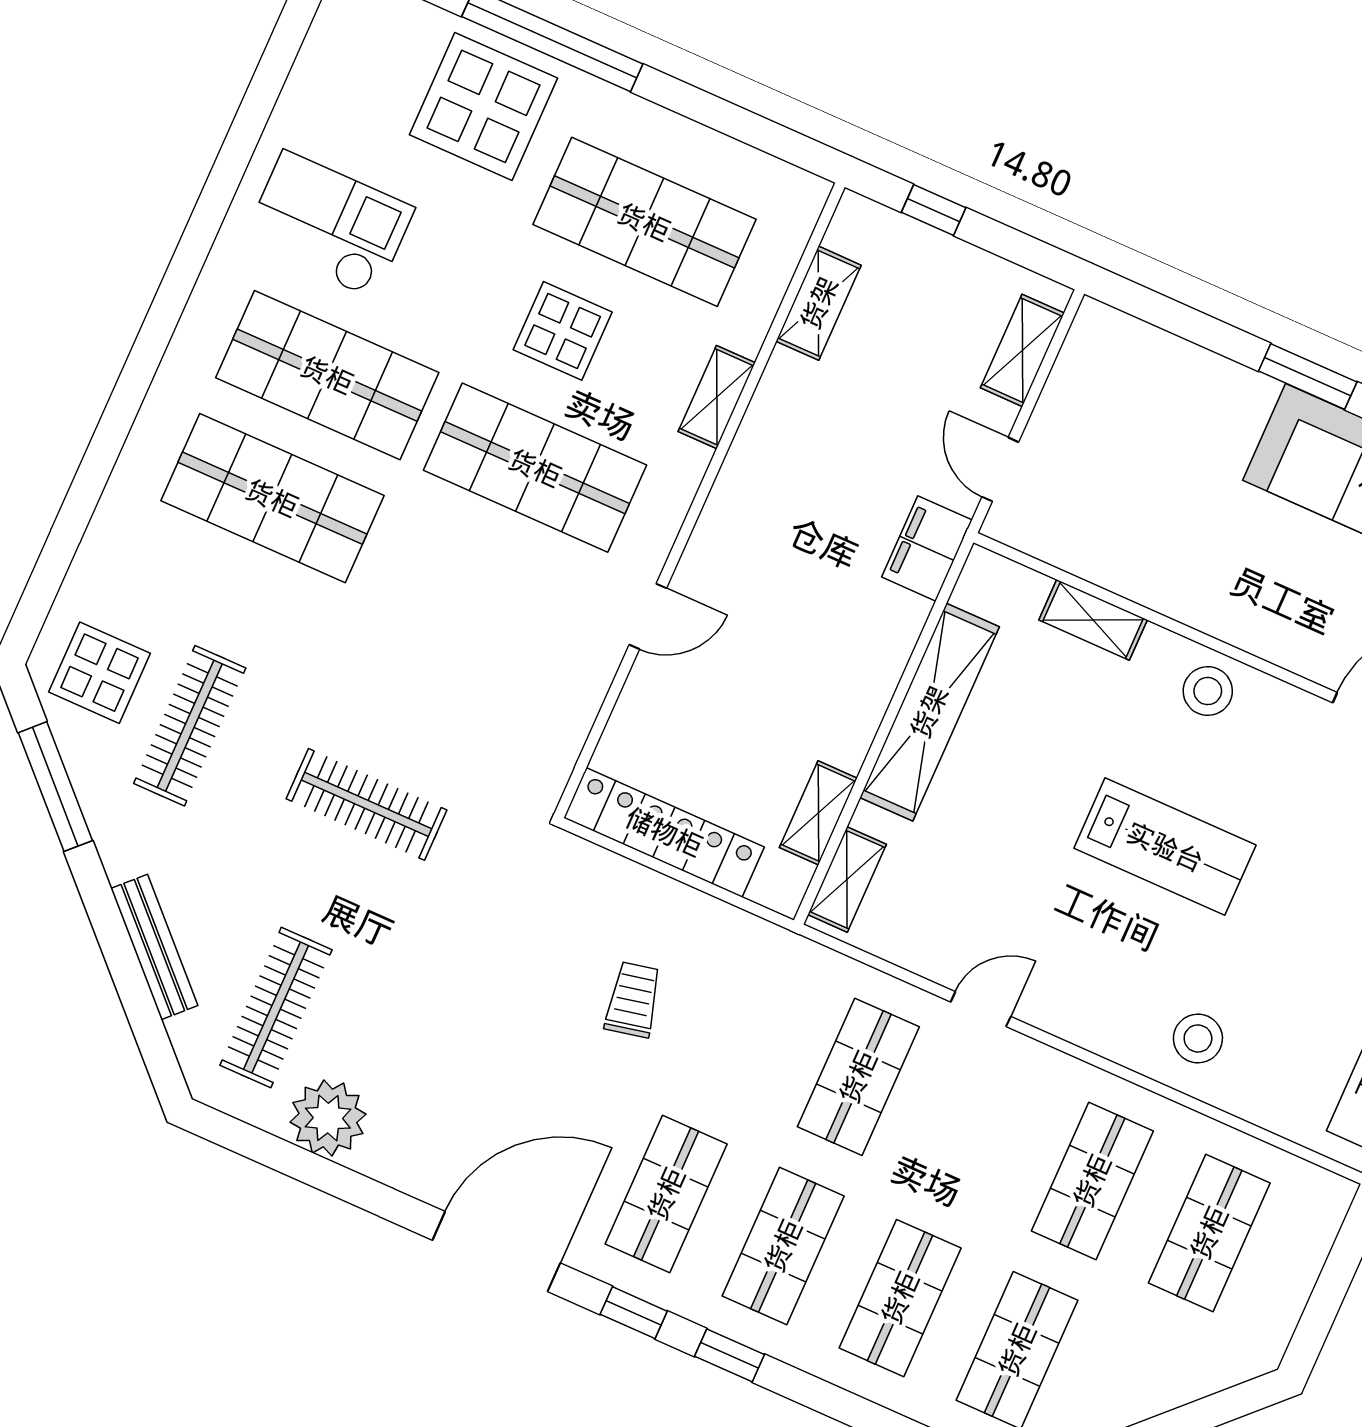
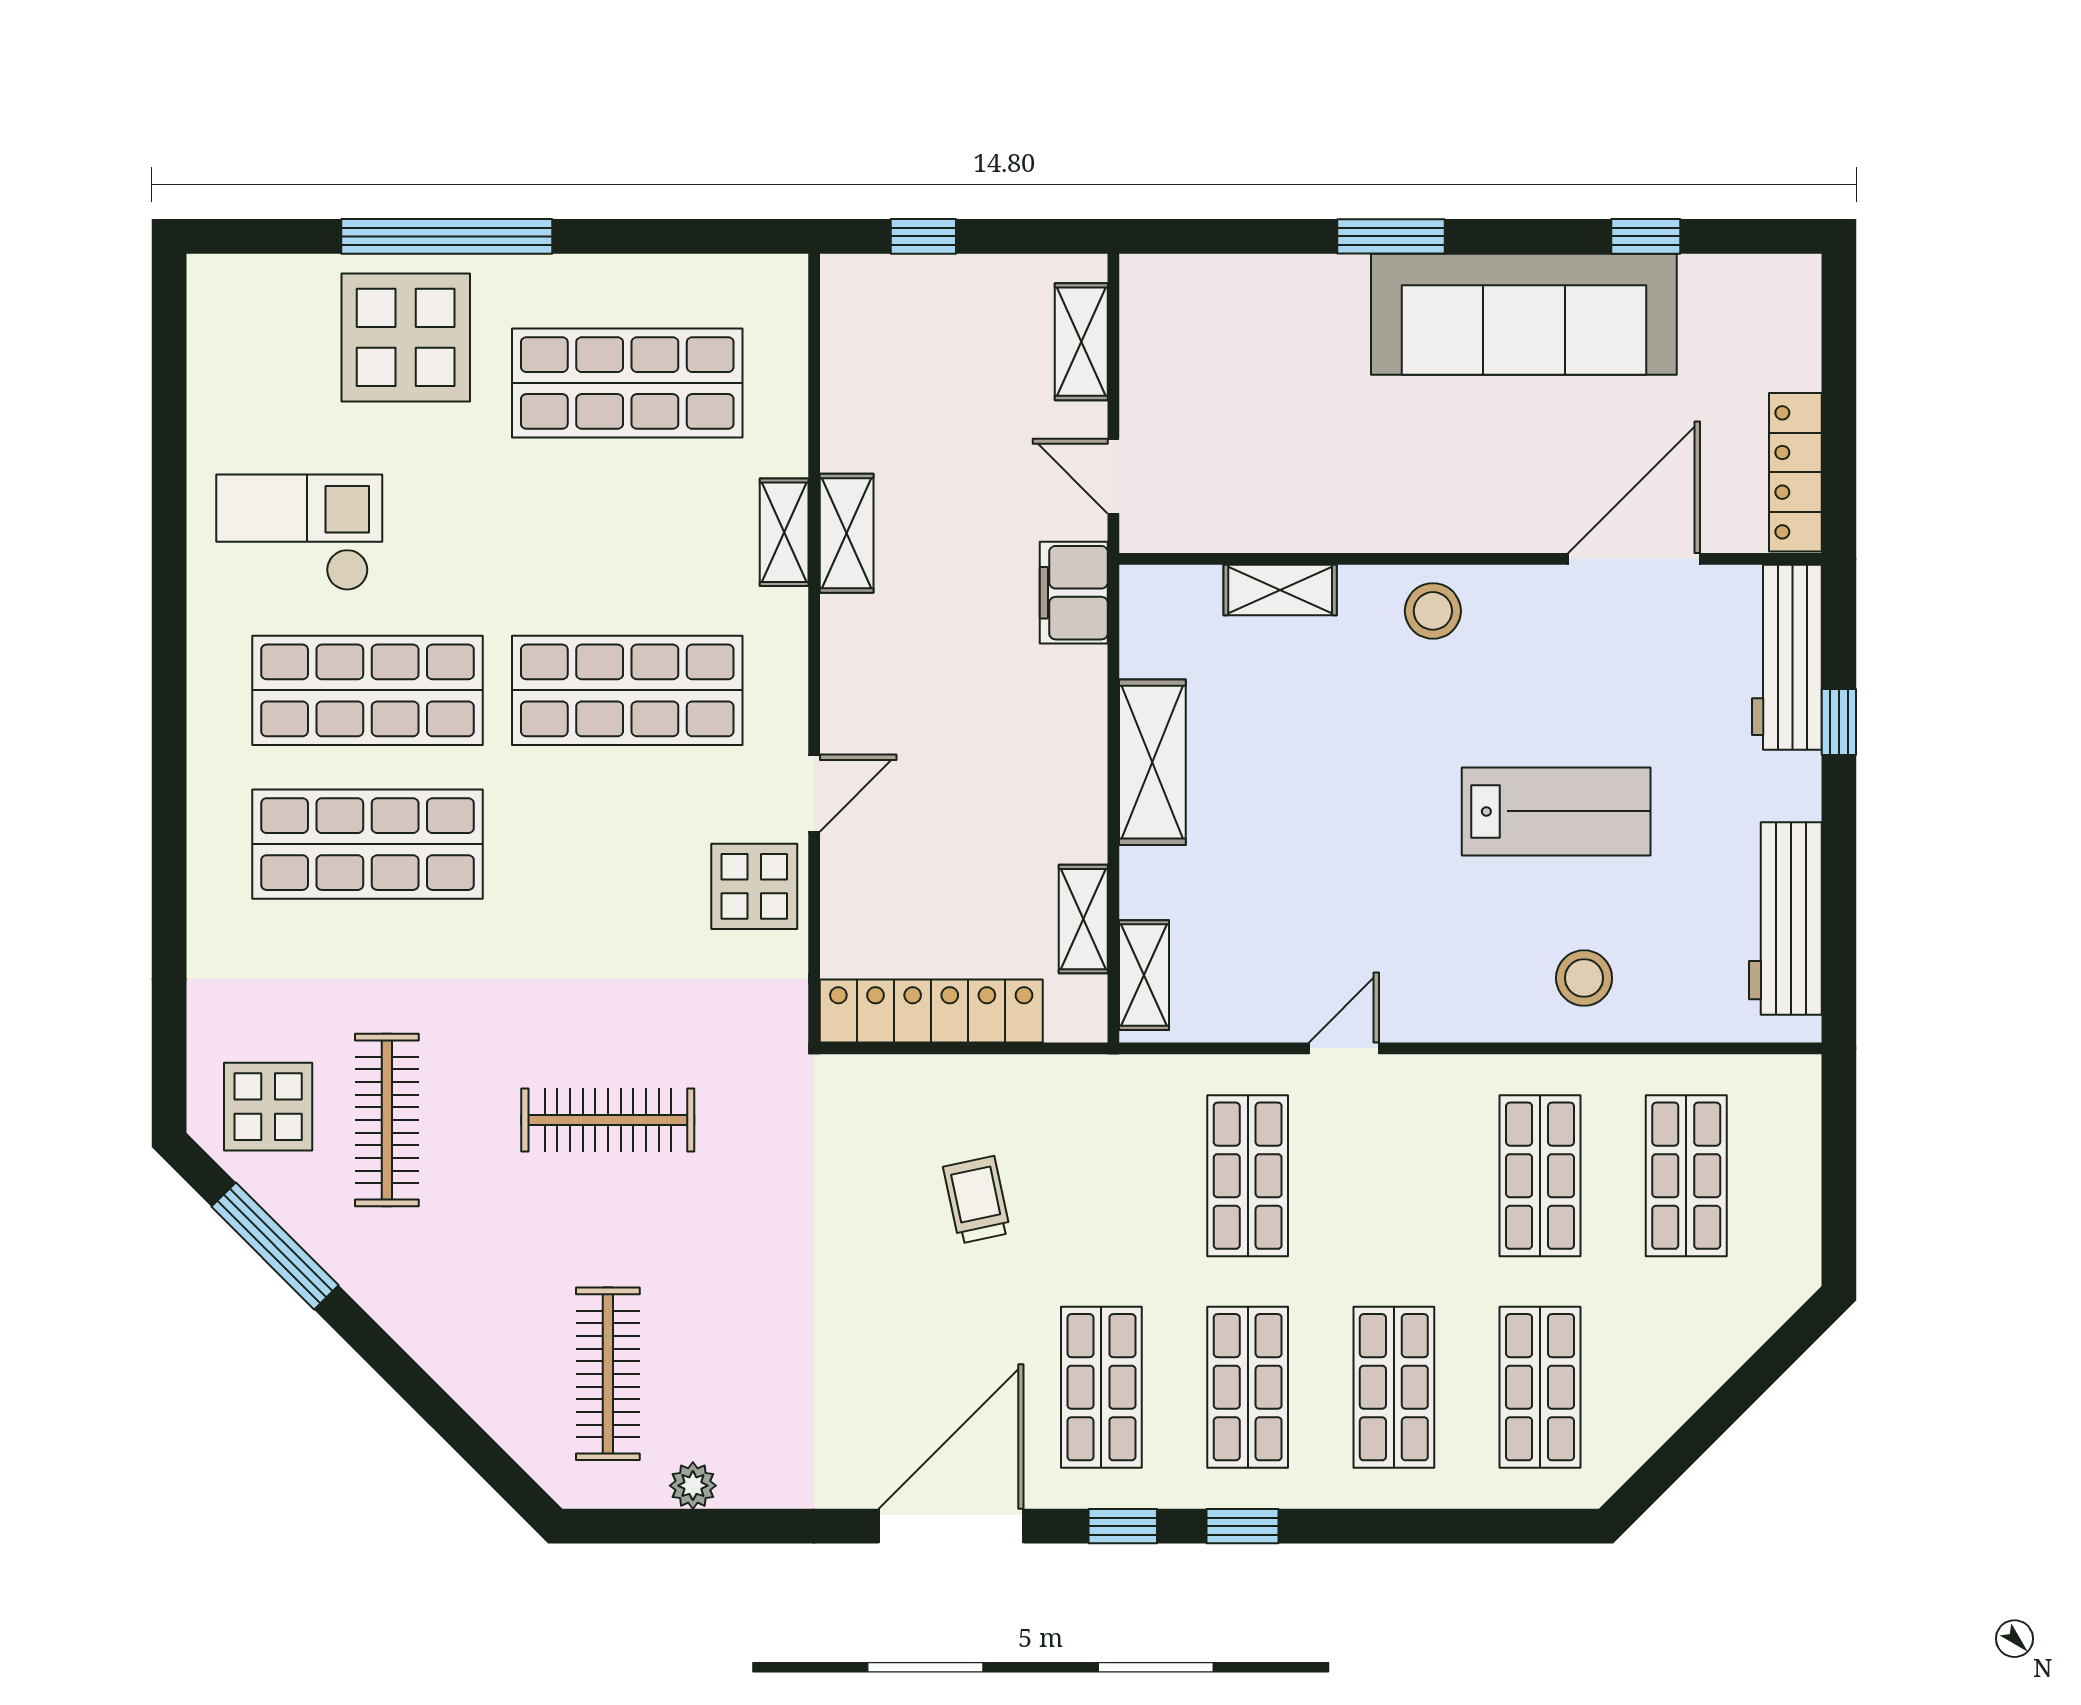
shelving: (819, 303) -> (847, 533), moved
display table: (563, 331) -> (754, 886), moved
shelving: (929, 712) -> (1152, 762), width x0.68
lab bench: (1165, 847) -> (1556, 811), moved
bench: (154, 947) -> (453, 1367), removed
plant: (328, 1118) -> (693, 1486), width x0.53, depth x0.53

